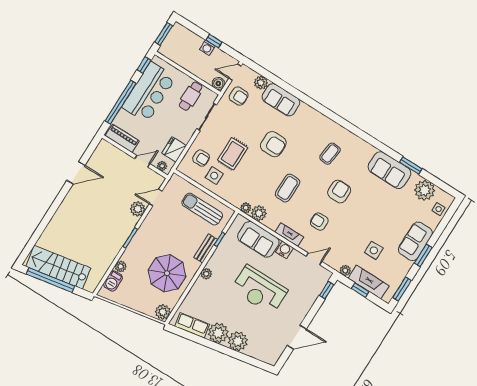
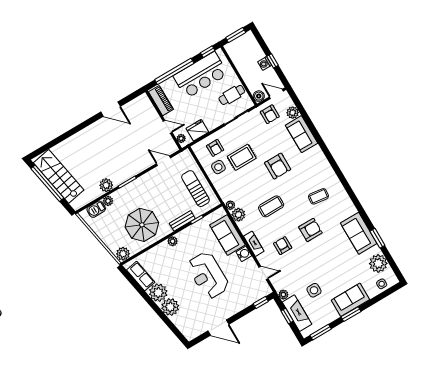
plant: (138, 209) -> (106, 185), moved

